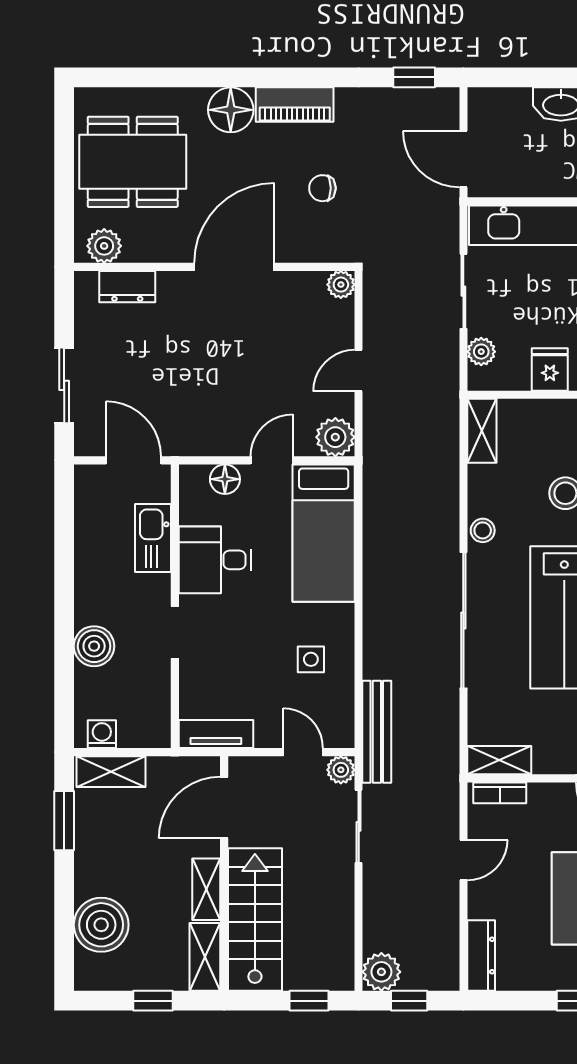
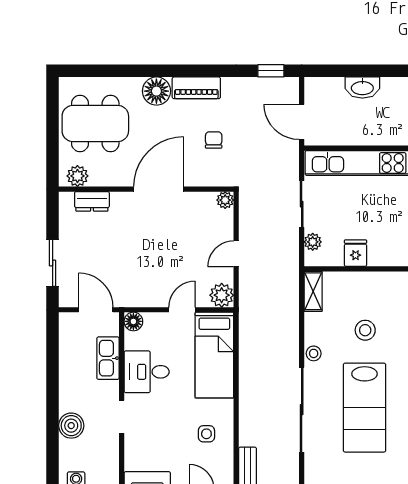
chair: (322, 188) -> (214, 140), turned 90
floor lamp: (225, 479) -> (133, 321), moved

